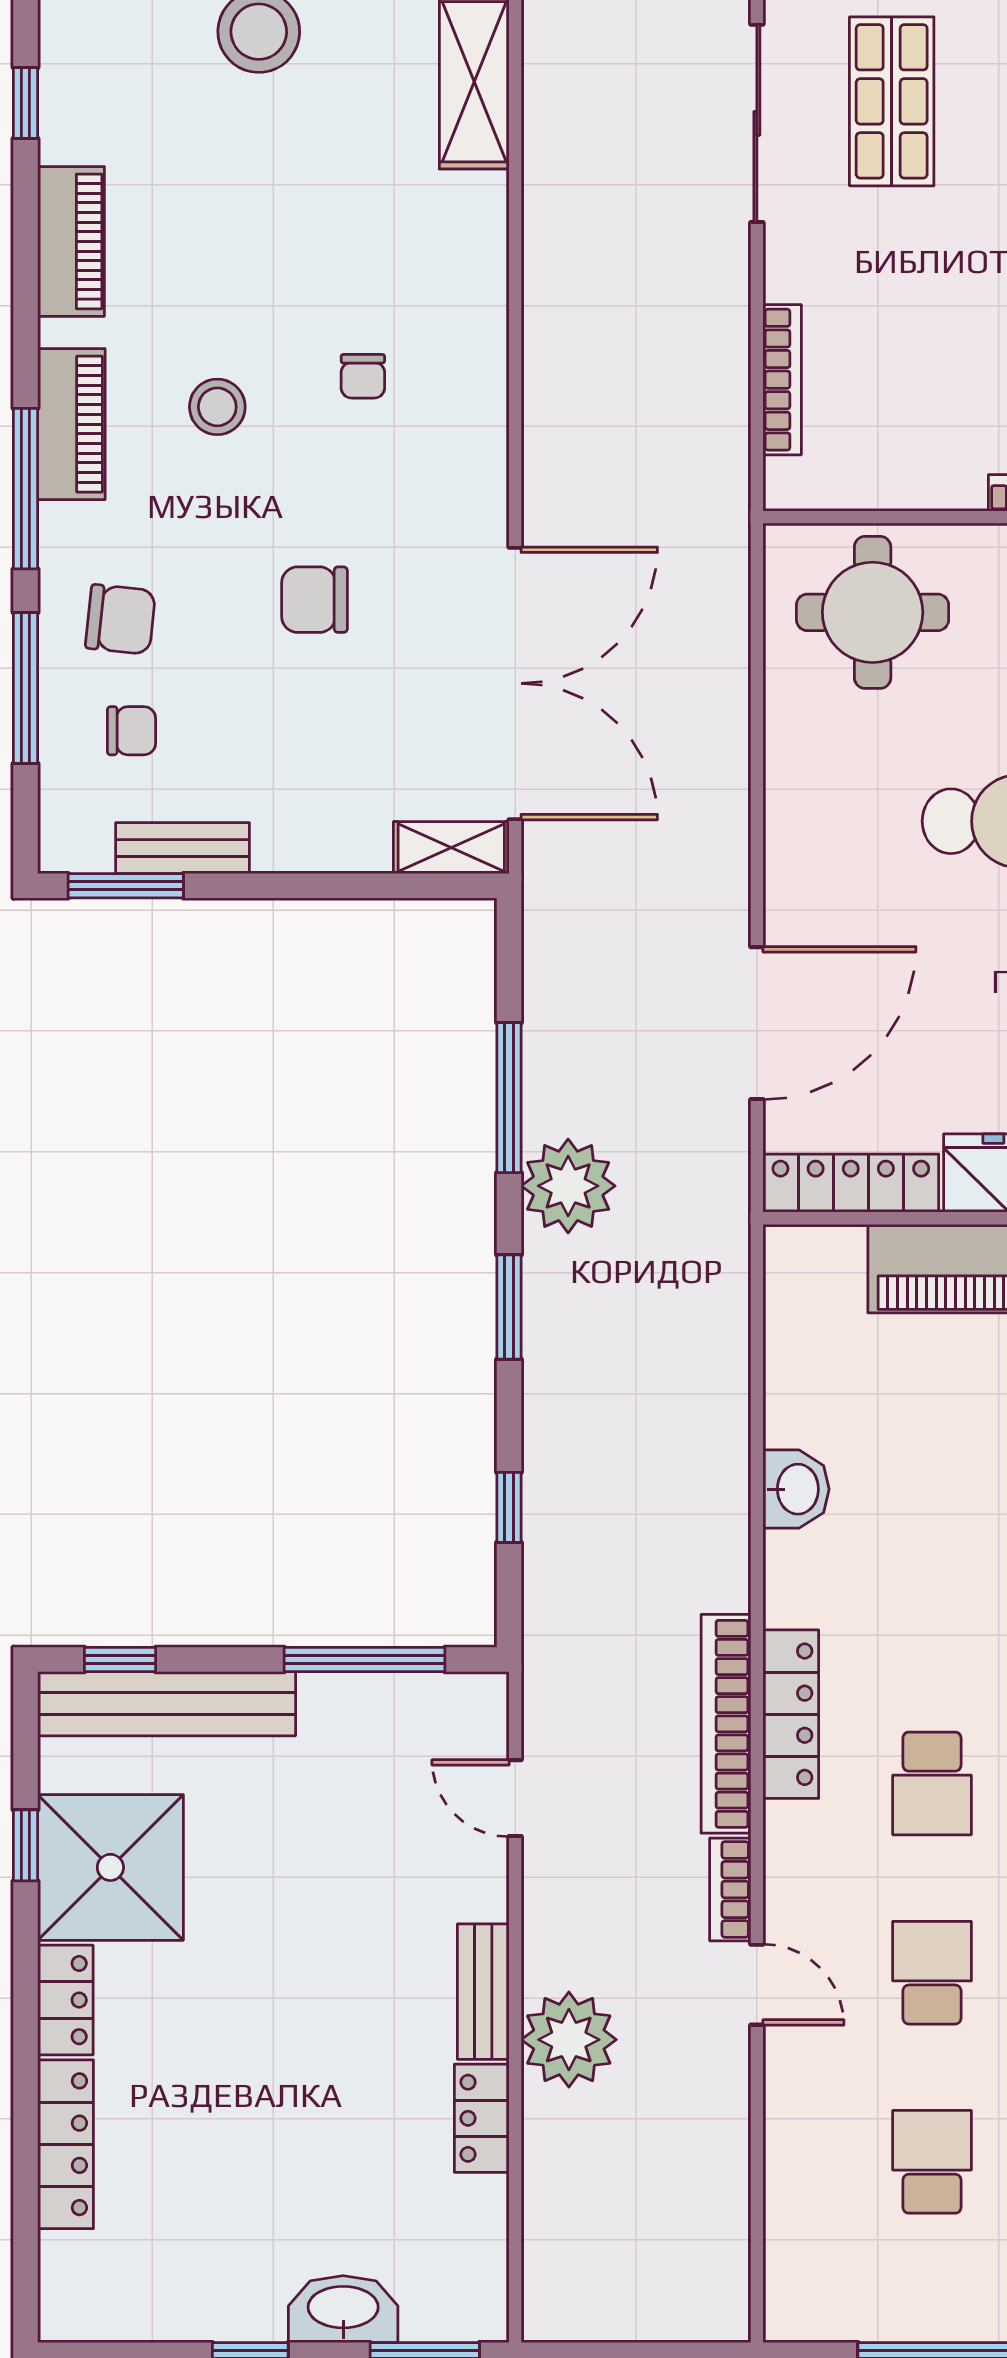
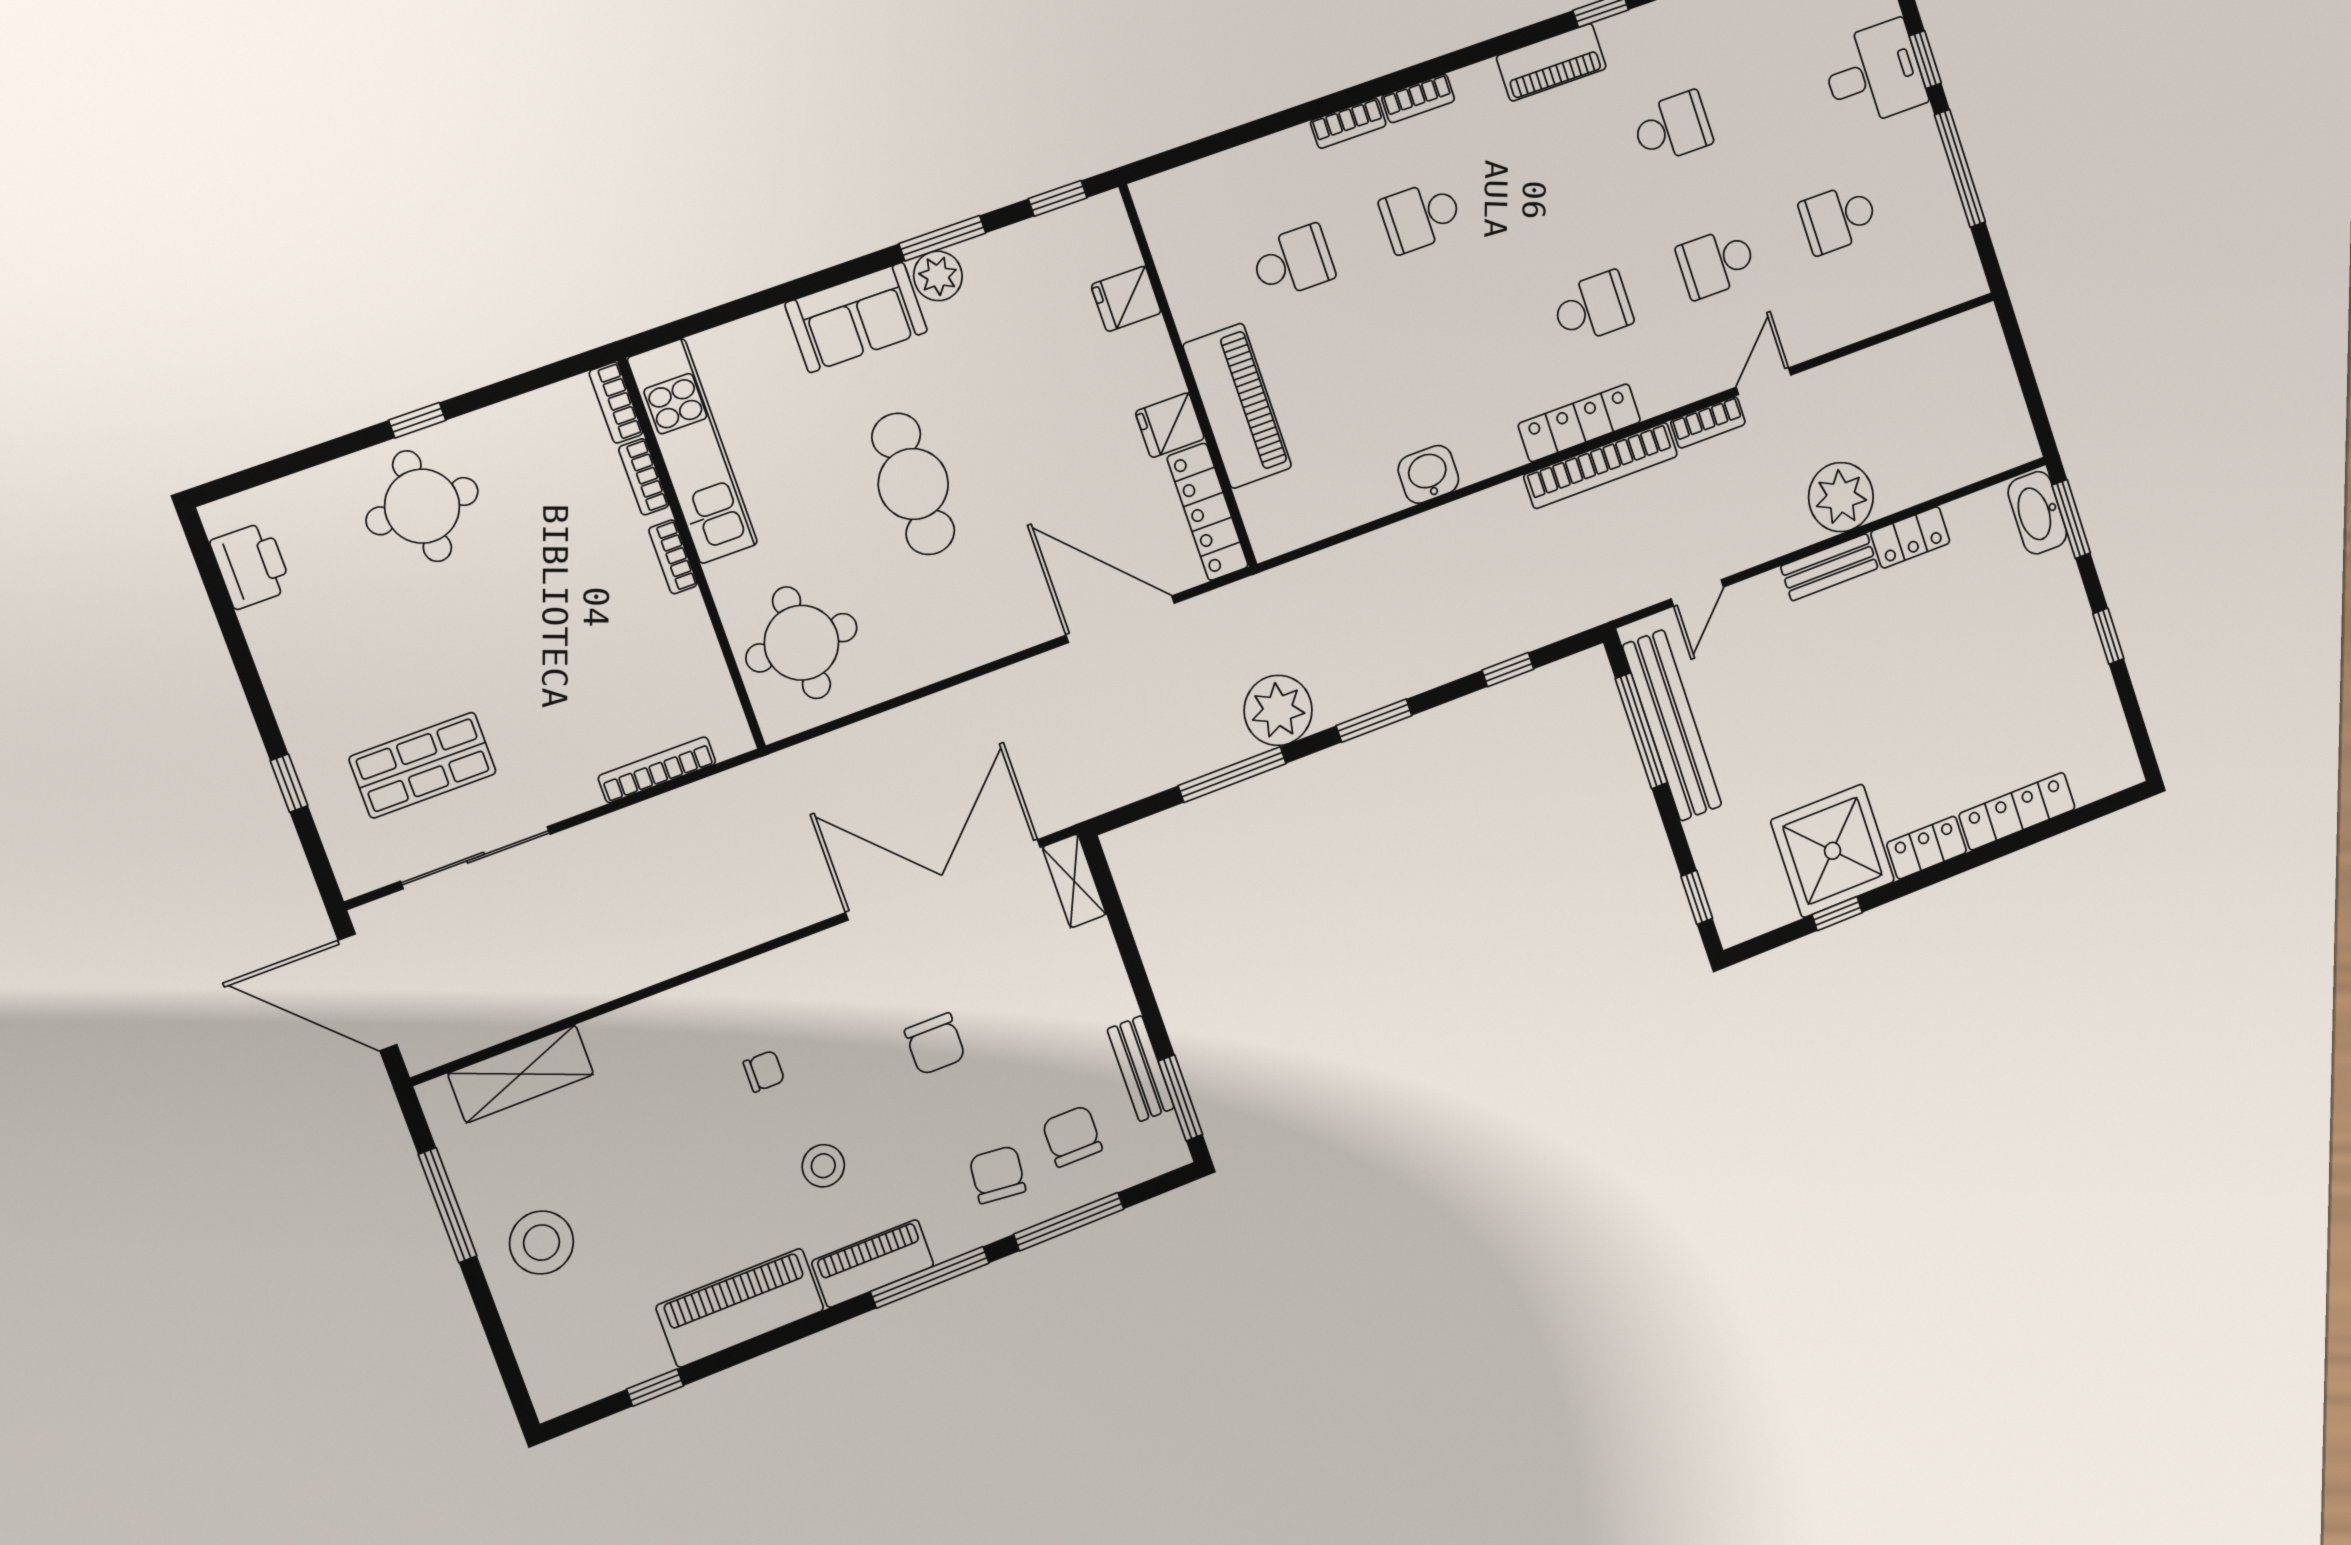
piano: (71, 241) -> (740, 1308), width x1.37, depth x1.33
chair: (132, 731) -> (1072, 1136), width x1.37, depth x1.37
bench: (167, 1704) -> (1672, 726), moved
washbasin: (343, 2309) -> (2037, 513), moved

